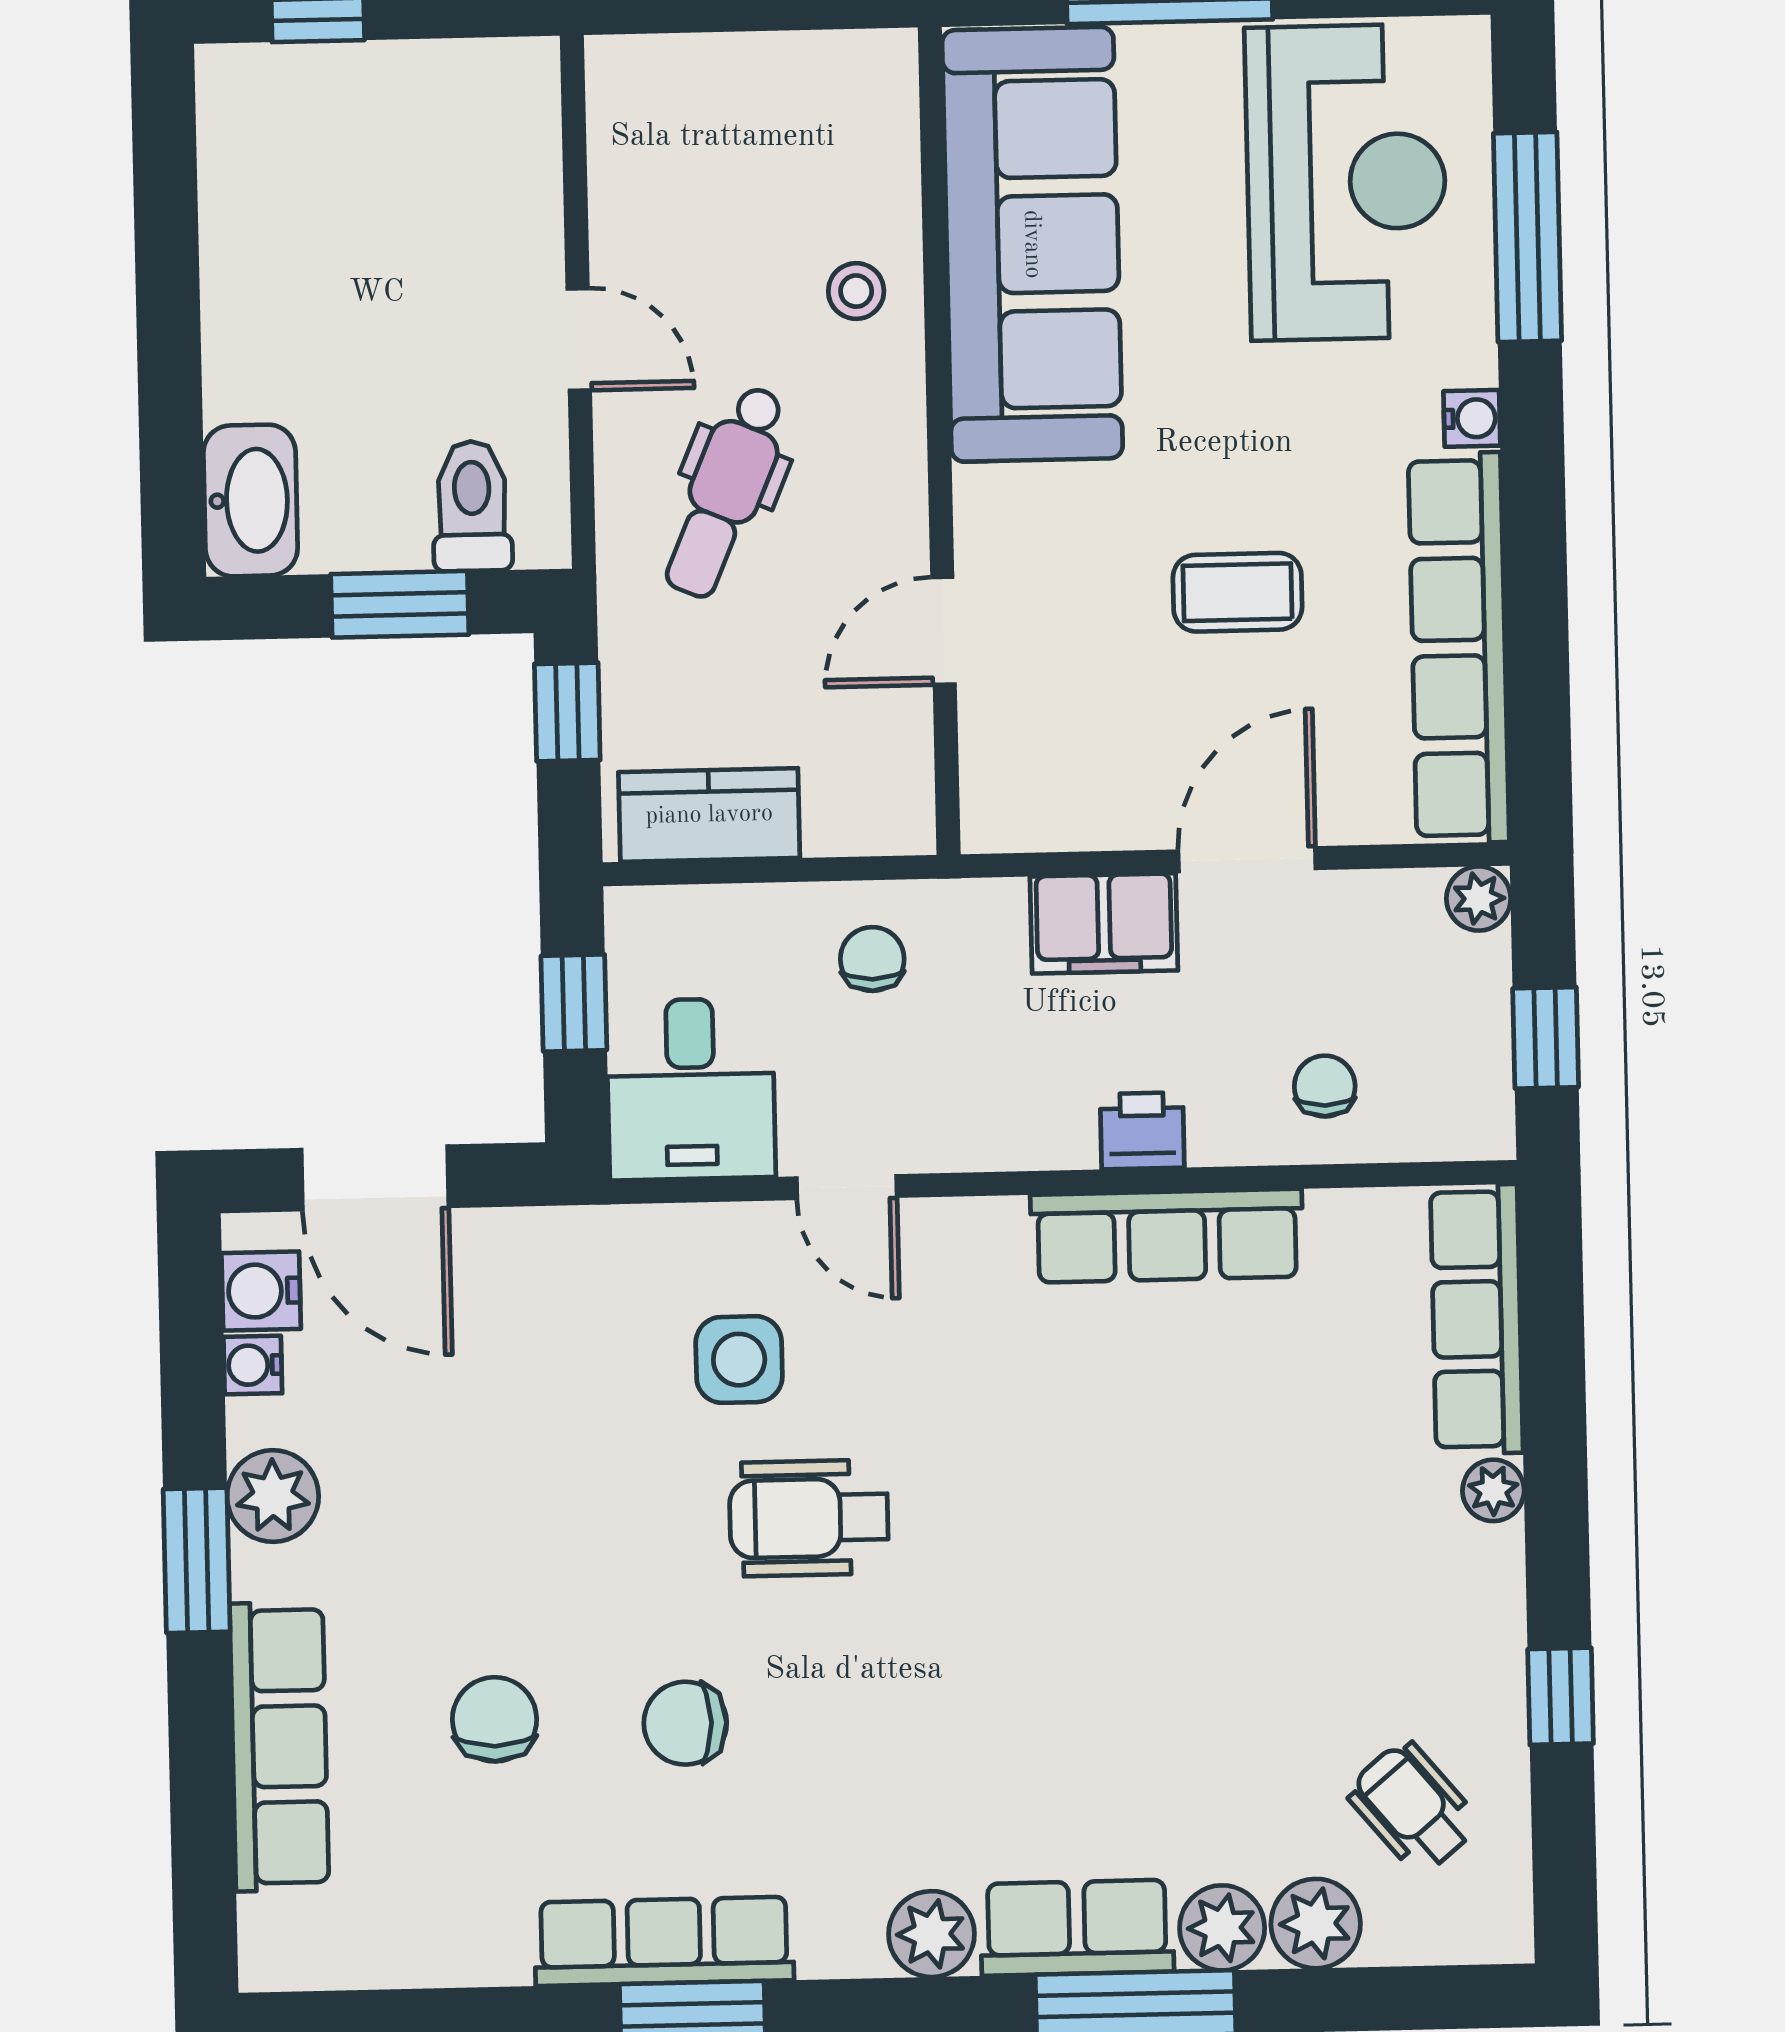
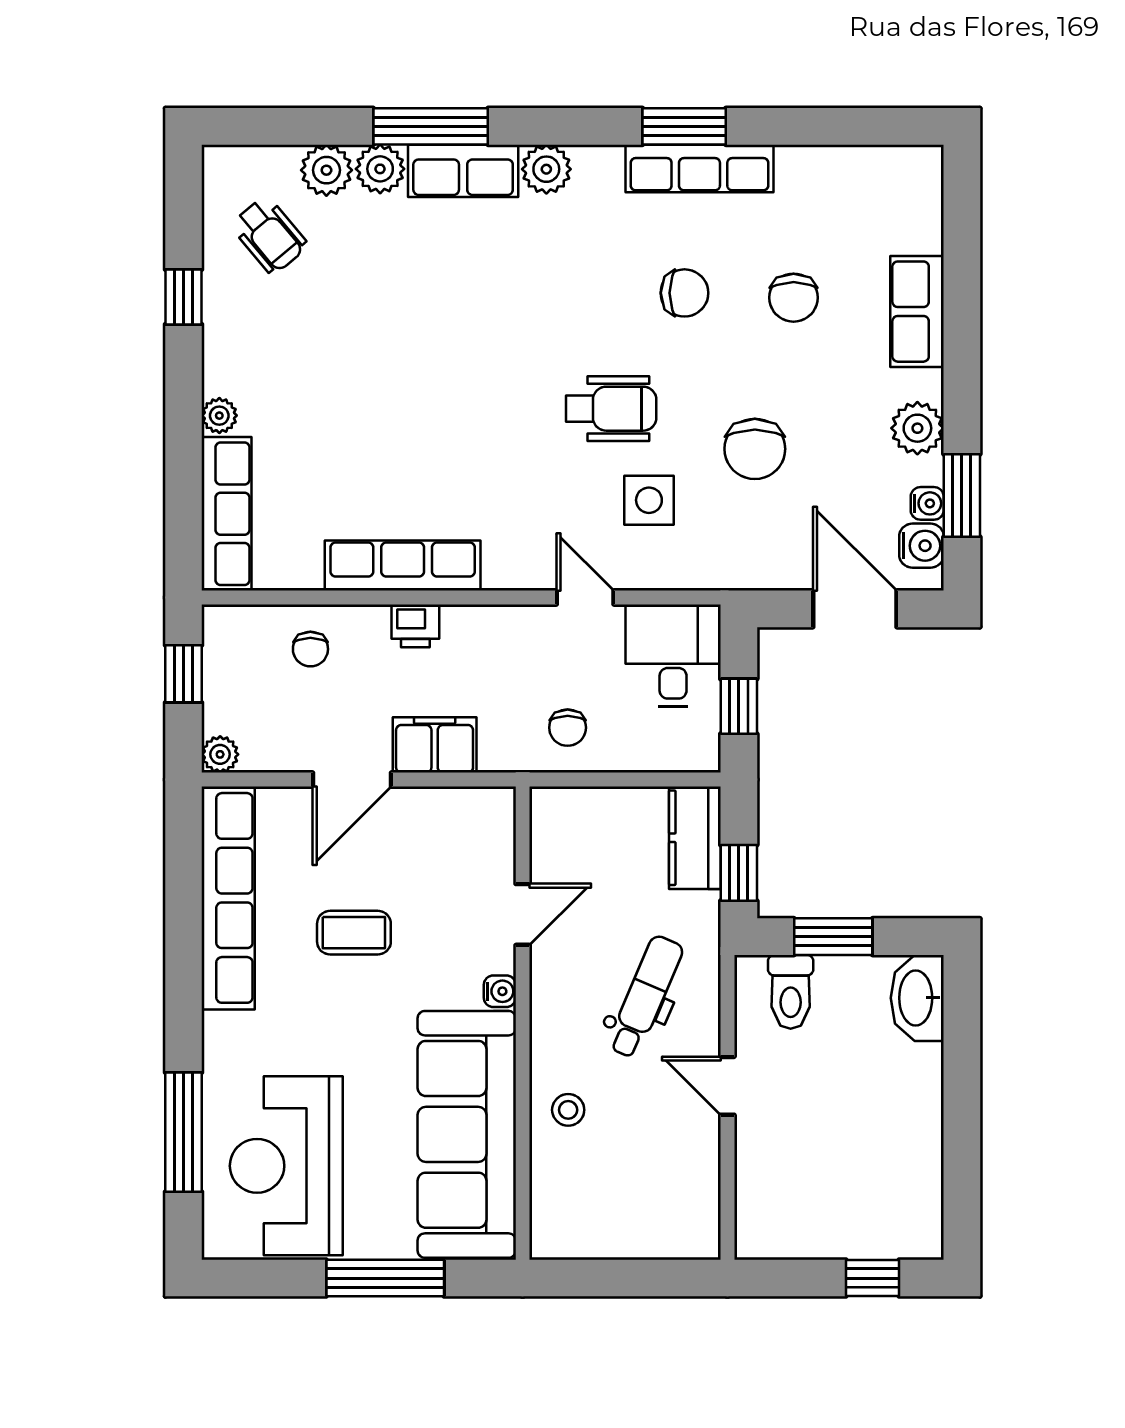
water cooler: (1472, 418) -> (500, 991), moved, turned 180
kitchen counter: (709, 815) -> (695, 838), moved, turned 90
chair: (556, 1453) -> (755, 449), added
window: (197, 1560) -> (962, 495), moved
row of seats: (279, 1747) -> (917, 312), width x0.68

